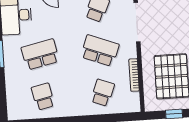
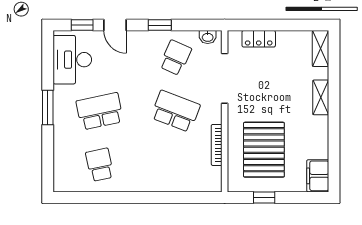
school desk: (103, 93) -> (175, 165), removed

